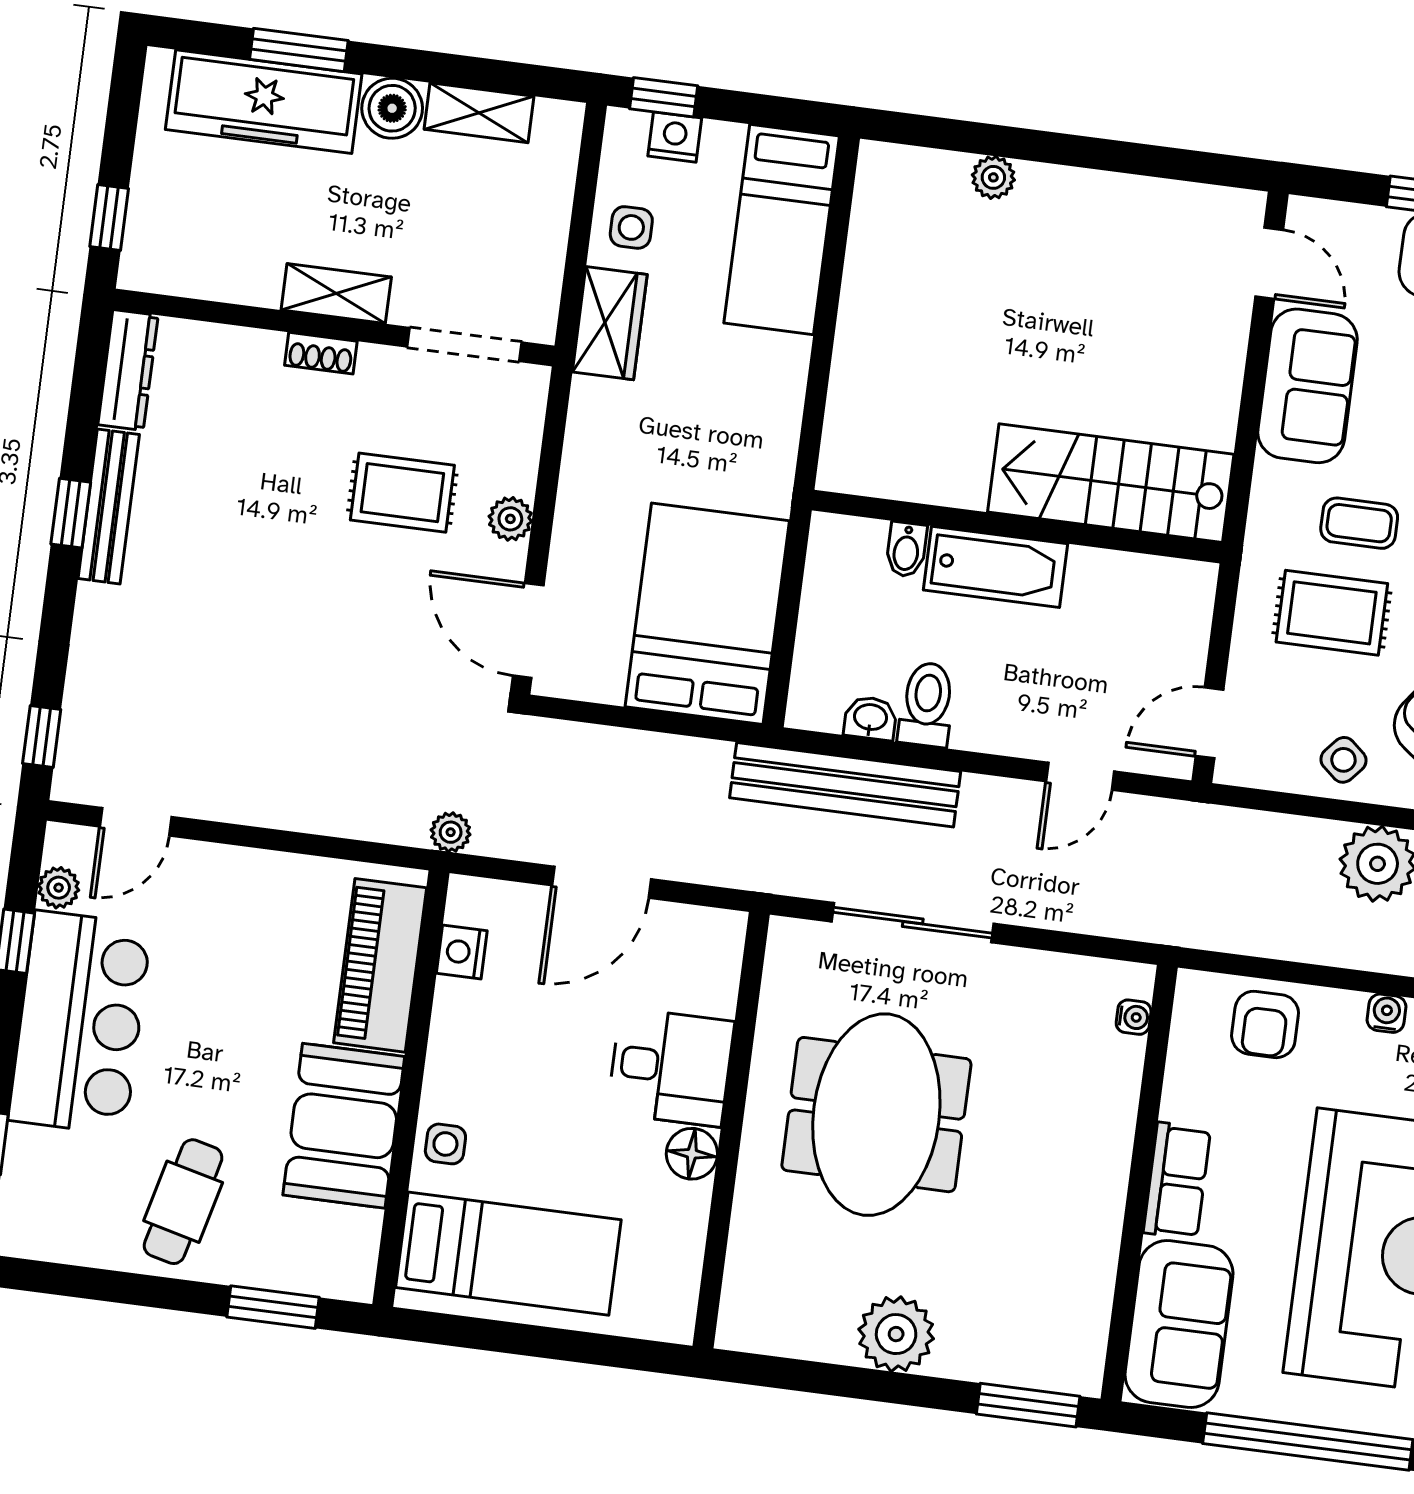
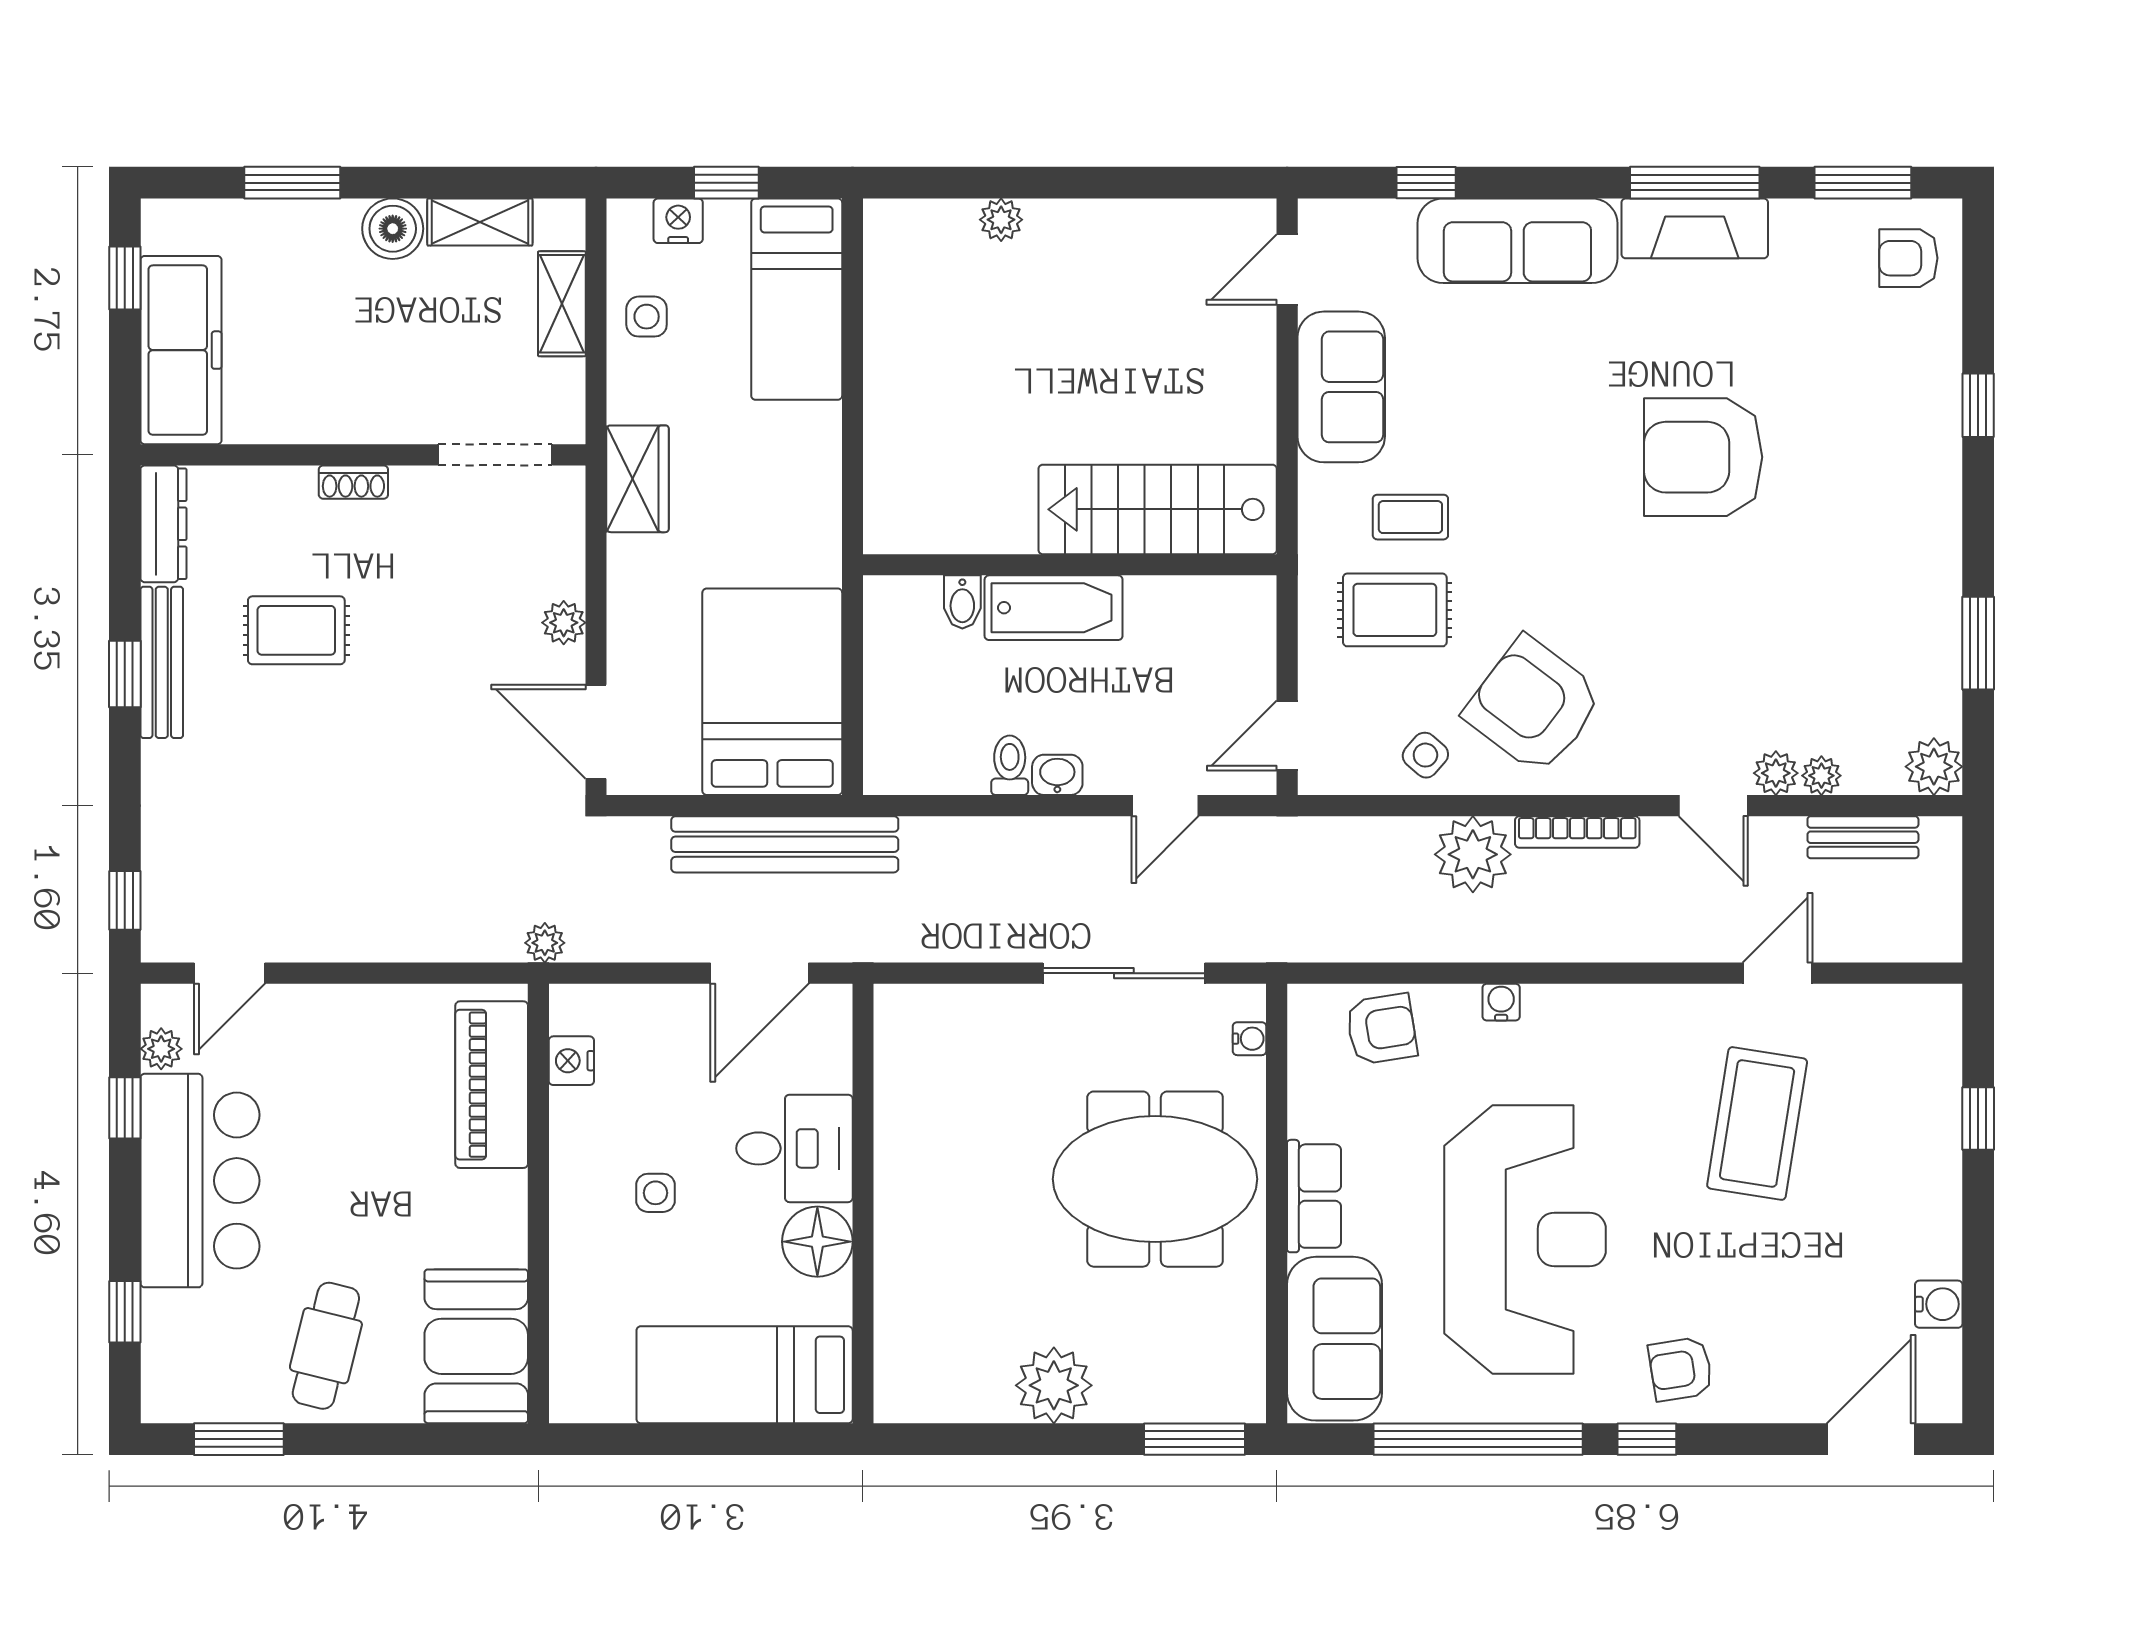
window: (664, 97) -> (726, 183), moved
freezer: (264, 102) -> (181, 350), moved, turned -90
window: (109, 218) -> (125, 278), moved
door: (1269, 263) -> (1287, 269), swing flipped
shelving: (336, 294) -> (562, 304), moved, turned 90
wardrobe: (610, 323) -> (637, 479), moved
rug: (402, 493) -> (296, 630), moved
toilet: (927, 704) -> (1010, 765), width x0.73, depth x0.72
washbasin: (870, 718) -> (1057, 775), moved
bench: (845, 785) -> (785, 844), moved
door: (601, 882) -> (759, 973), moved
sliding door: (913, 923) -> (1124, 973), moved
armchair: (1265, 1024) -> (1382, 1029), turned -99
meeting table: (876, 1115) -> (1155, 1179), moved, turned 90
booth: (344, 1126) -> (476, 1346), moved
side table: (445, 1144) -> (656, 1193), moved
floor lamp: (692, 1154) -> (817, 1242), width x1.38, depth x1.38
bed: (508, 1254) -> (745, 1375), moved, turned 180
window: (273, 1307) -> (239, 1439), moved

